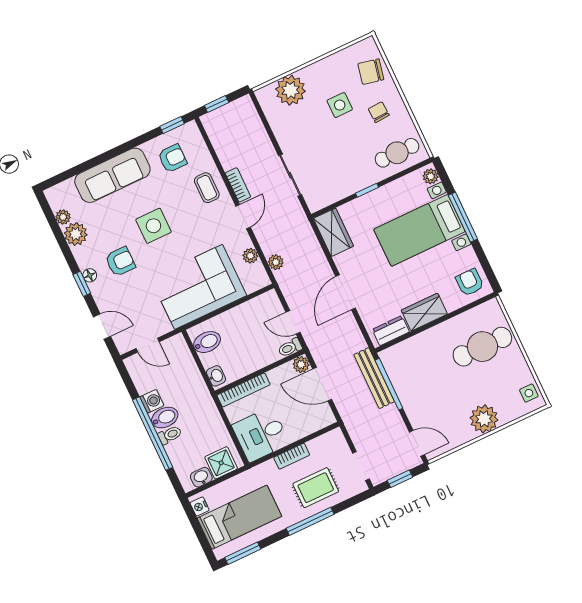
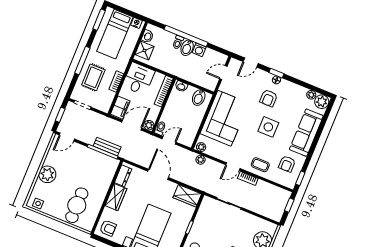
door: (243, 217) -> (233, 167), hinge flipped
plant: (76, 234) -> (322, 102), moved
plant: (250, 256) -> (201, 147), moved
bench: (374, 378) -> (107, 147), width x0.73
filing cabinet: (317, 419) -> (120, 108), added

